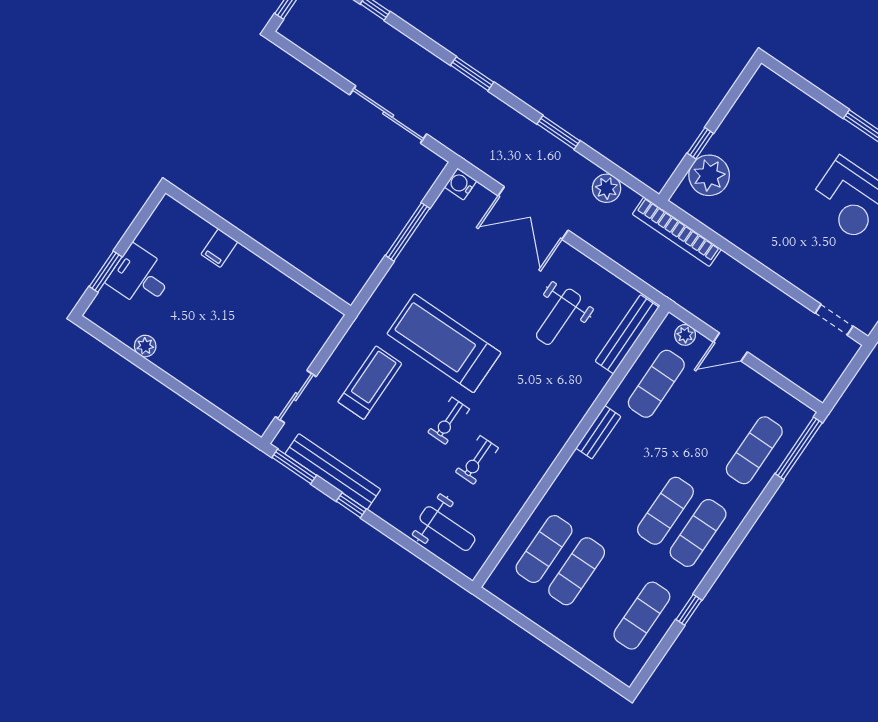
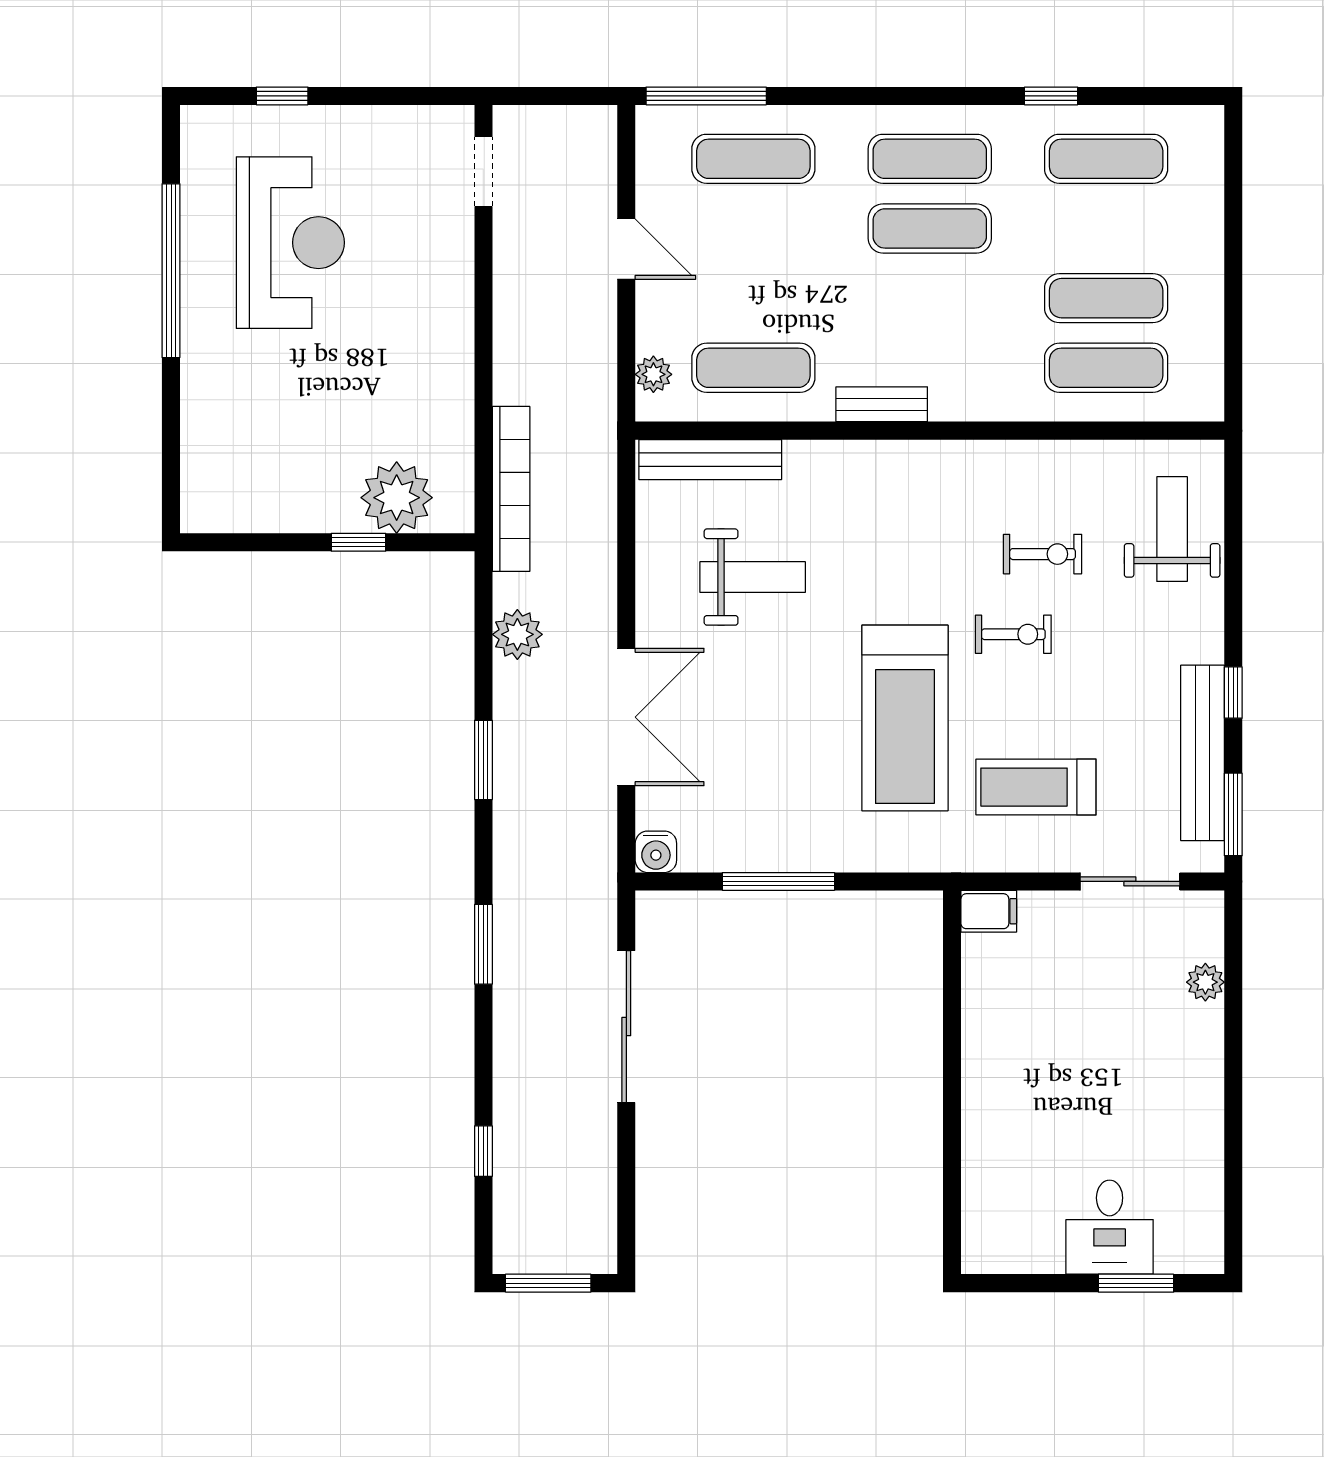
filing cabinet: (219, 248) -> (989, 911), moved
plant: (145, 346) -> (1205, 982), moved
door: (730, 347) -> (626, 249), moved

